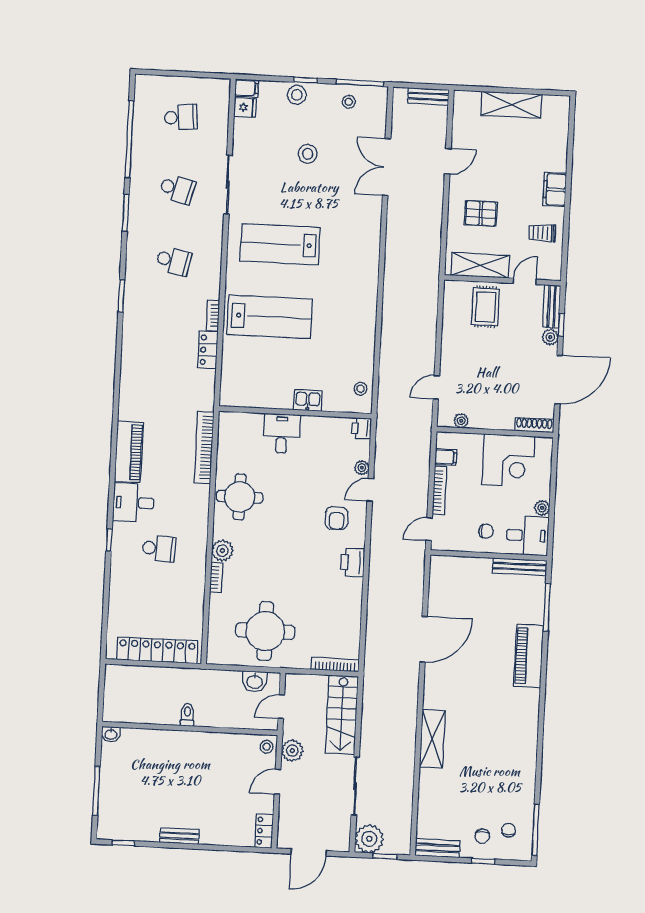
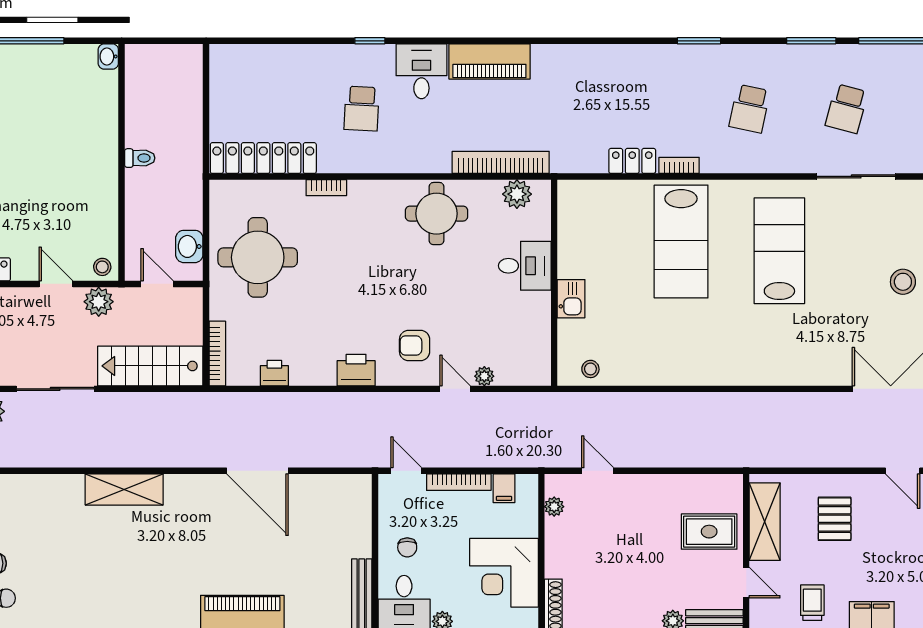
printer: (362, 428) -> (274, 373), moved
plant: (222, 551) -> (517, 194), moved
locker: (157, 650) -> (263, 158), moved, turned -90

